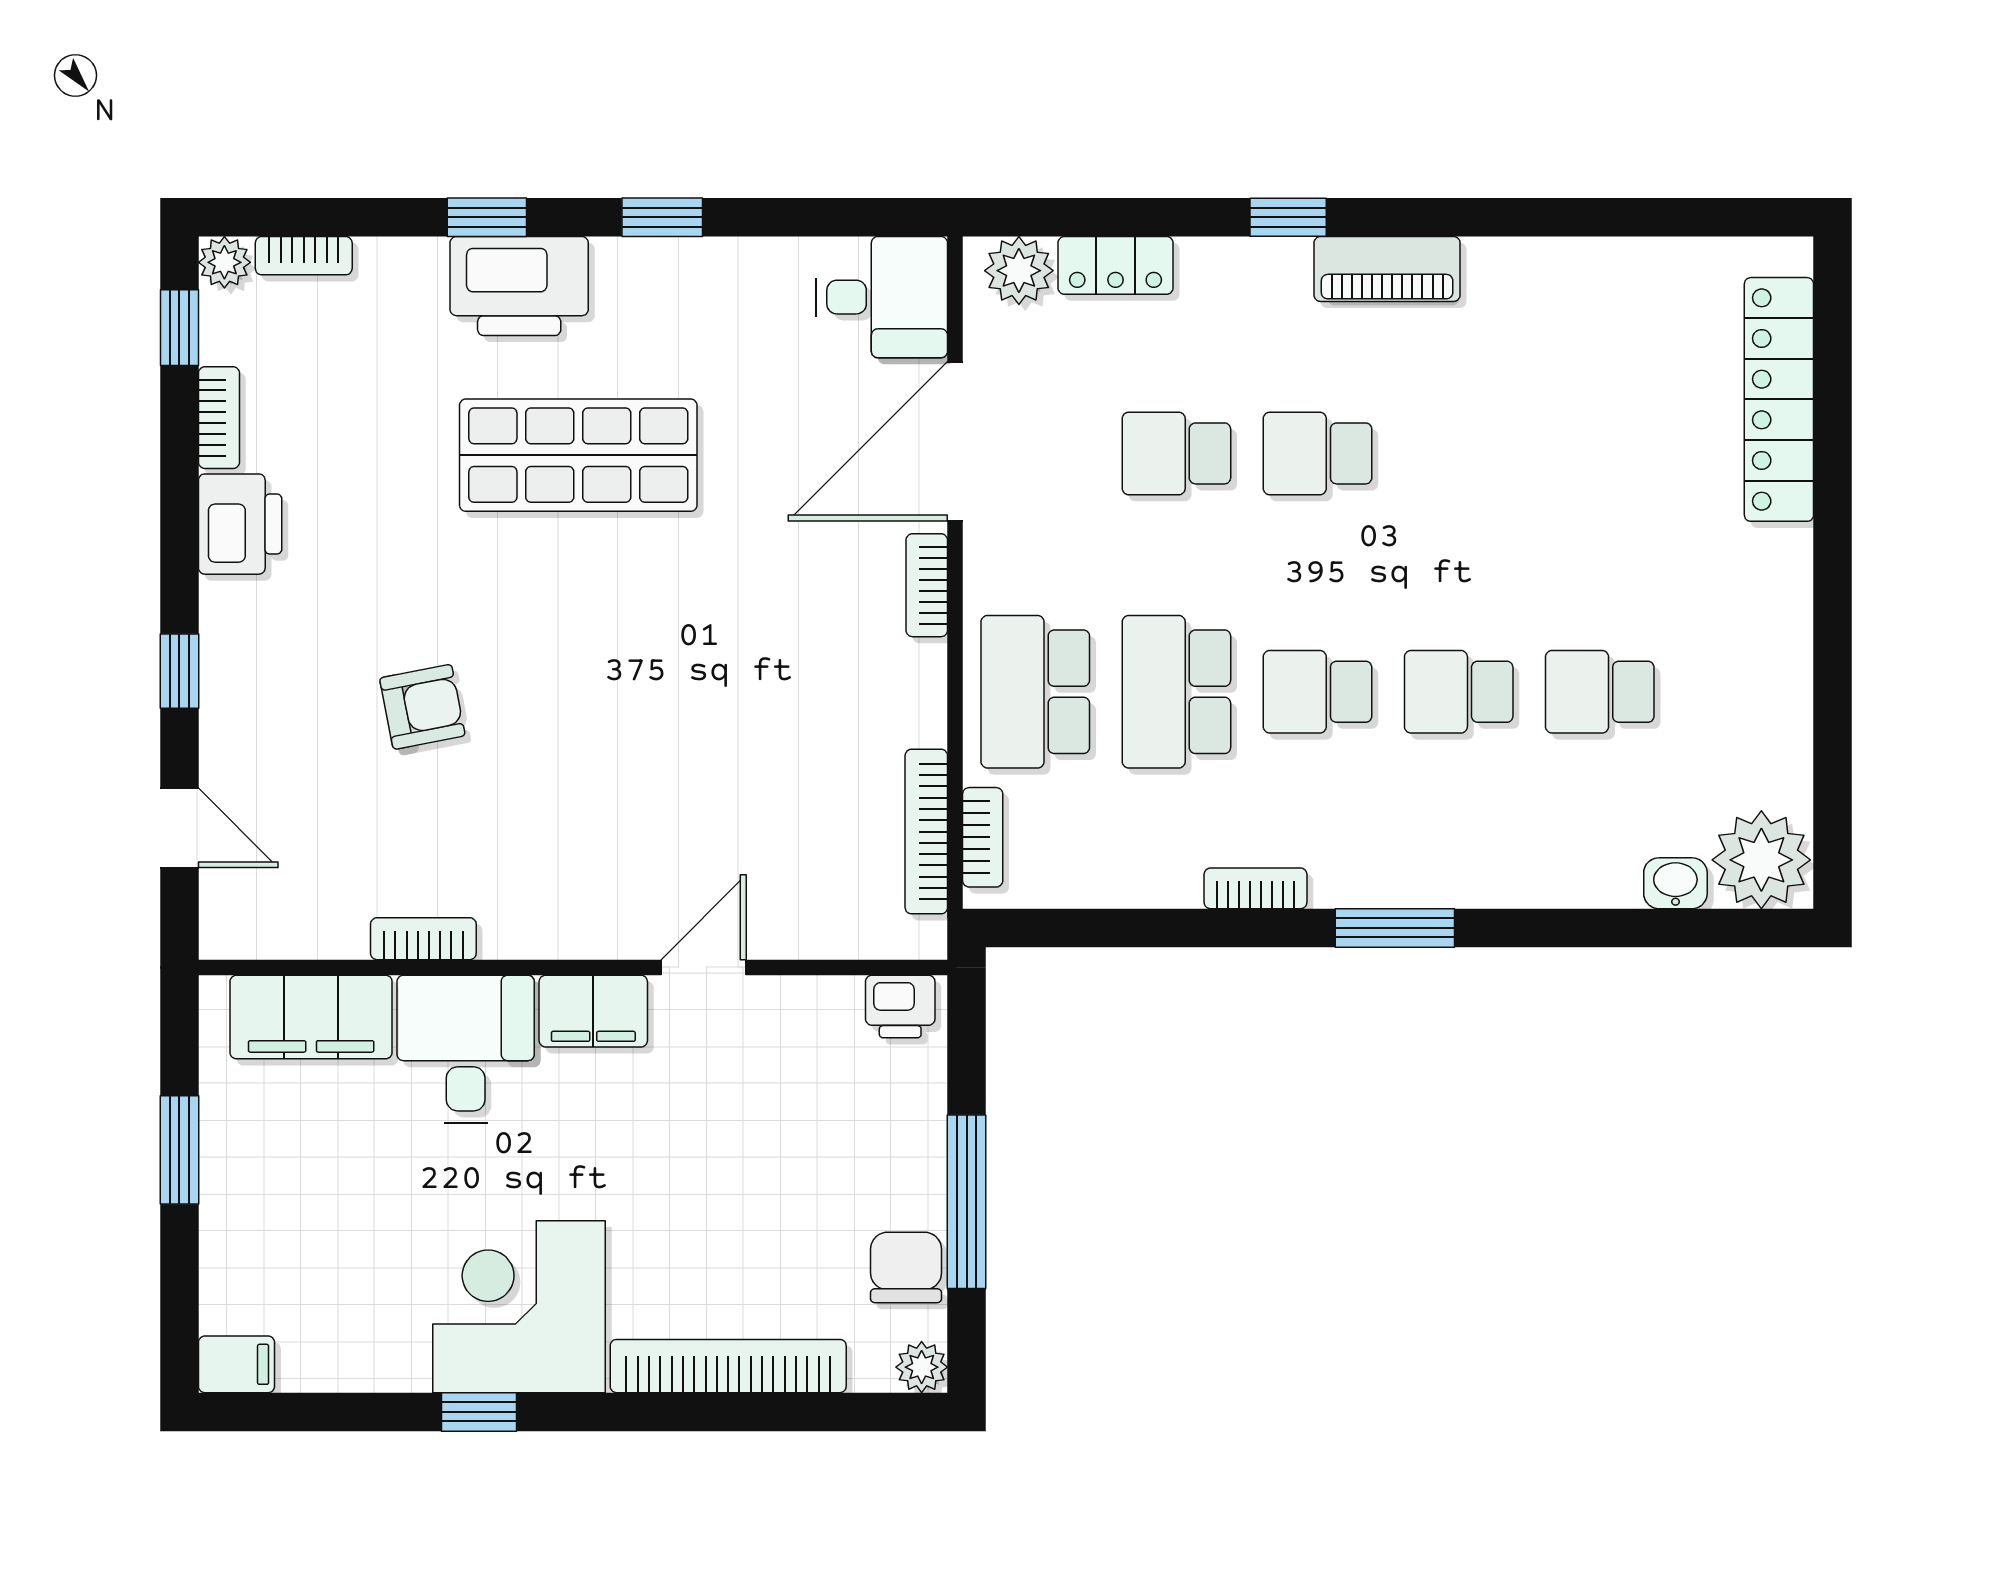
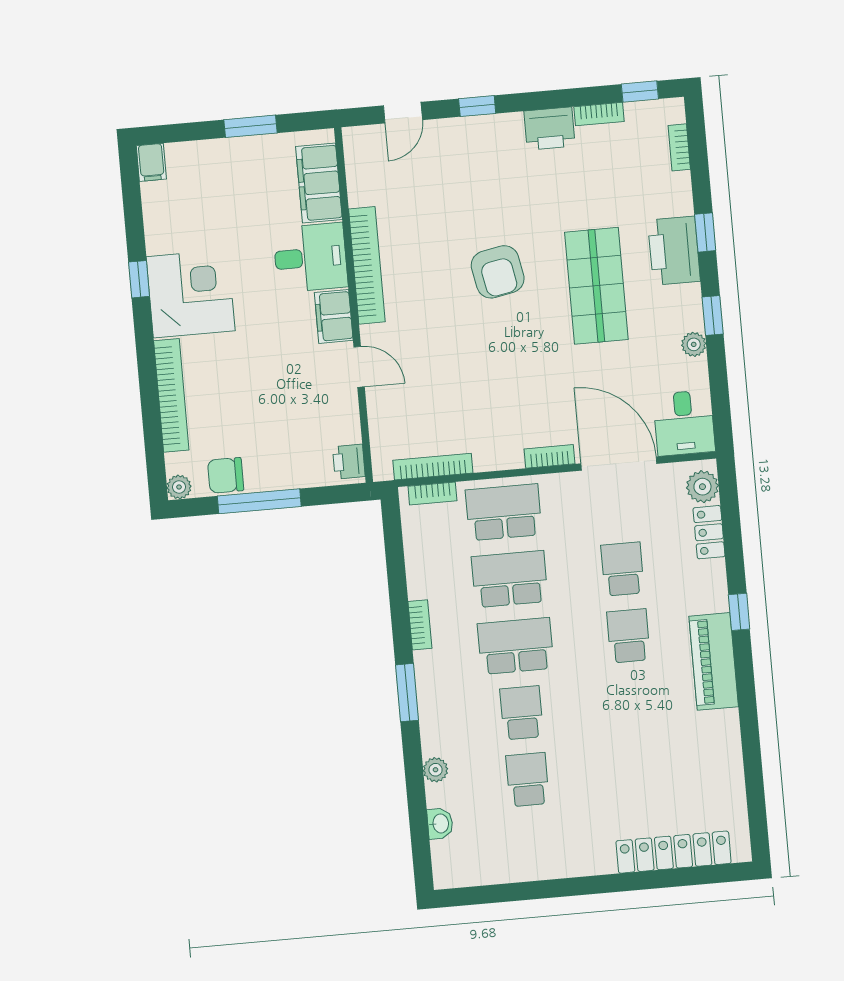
plant: (224, 262) -> (694, 344), moved
piano: (1387, 269) -> (714, 661), width x1.37, depth x1.33
school desk: (1318, 692) -> (516, 646), width x1.85
armchair: (422, 707) -> (498, 272), moved, width x1.38, depth x1.38
plant: (1761, 860) -> (436, 770), moved, width x0.53, depth x0.53
bookcase: (423, 939) -> (367, 265), width x2.31, depth x1.31
chair: (906, 1267) -> (226, 475), turned 180

